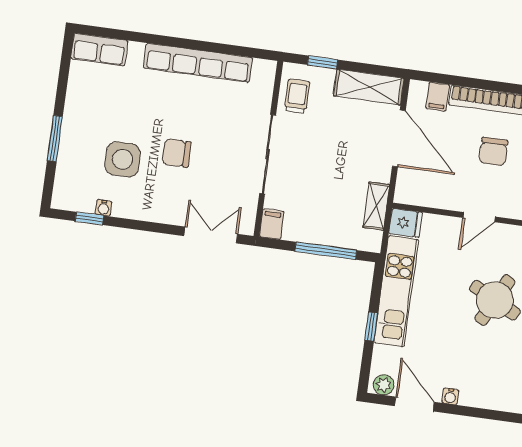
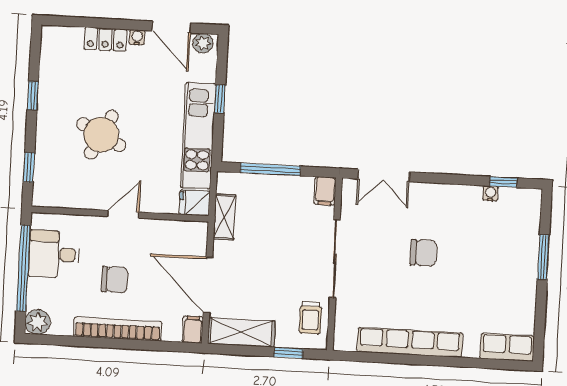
filing cabinet: (438, 97) -> (193, 330), moved
chair: (493, 151) -> (115, 280), turned 90
side table: (123, 159) -> (476, 242), removed
locker: (483, 397) -> (105, 39), added

